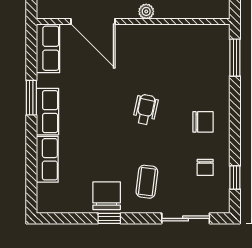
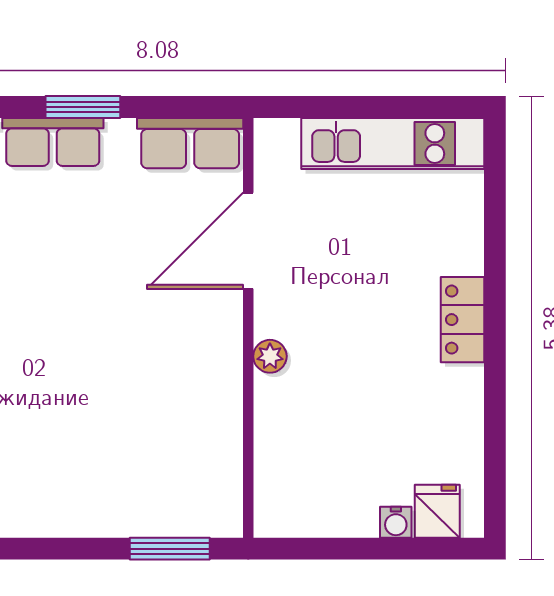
wheelchair: (146, 110) -> (57, 355), removed
chair: (203, 122) -> (30, 479), removed

